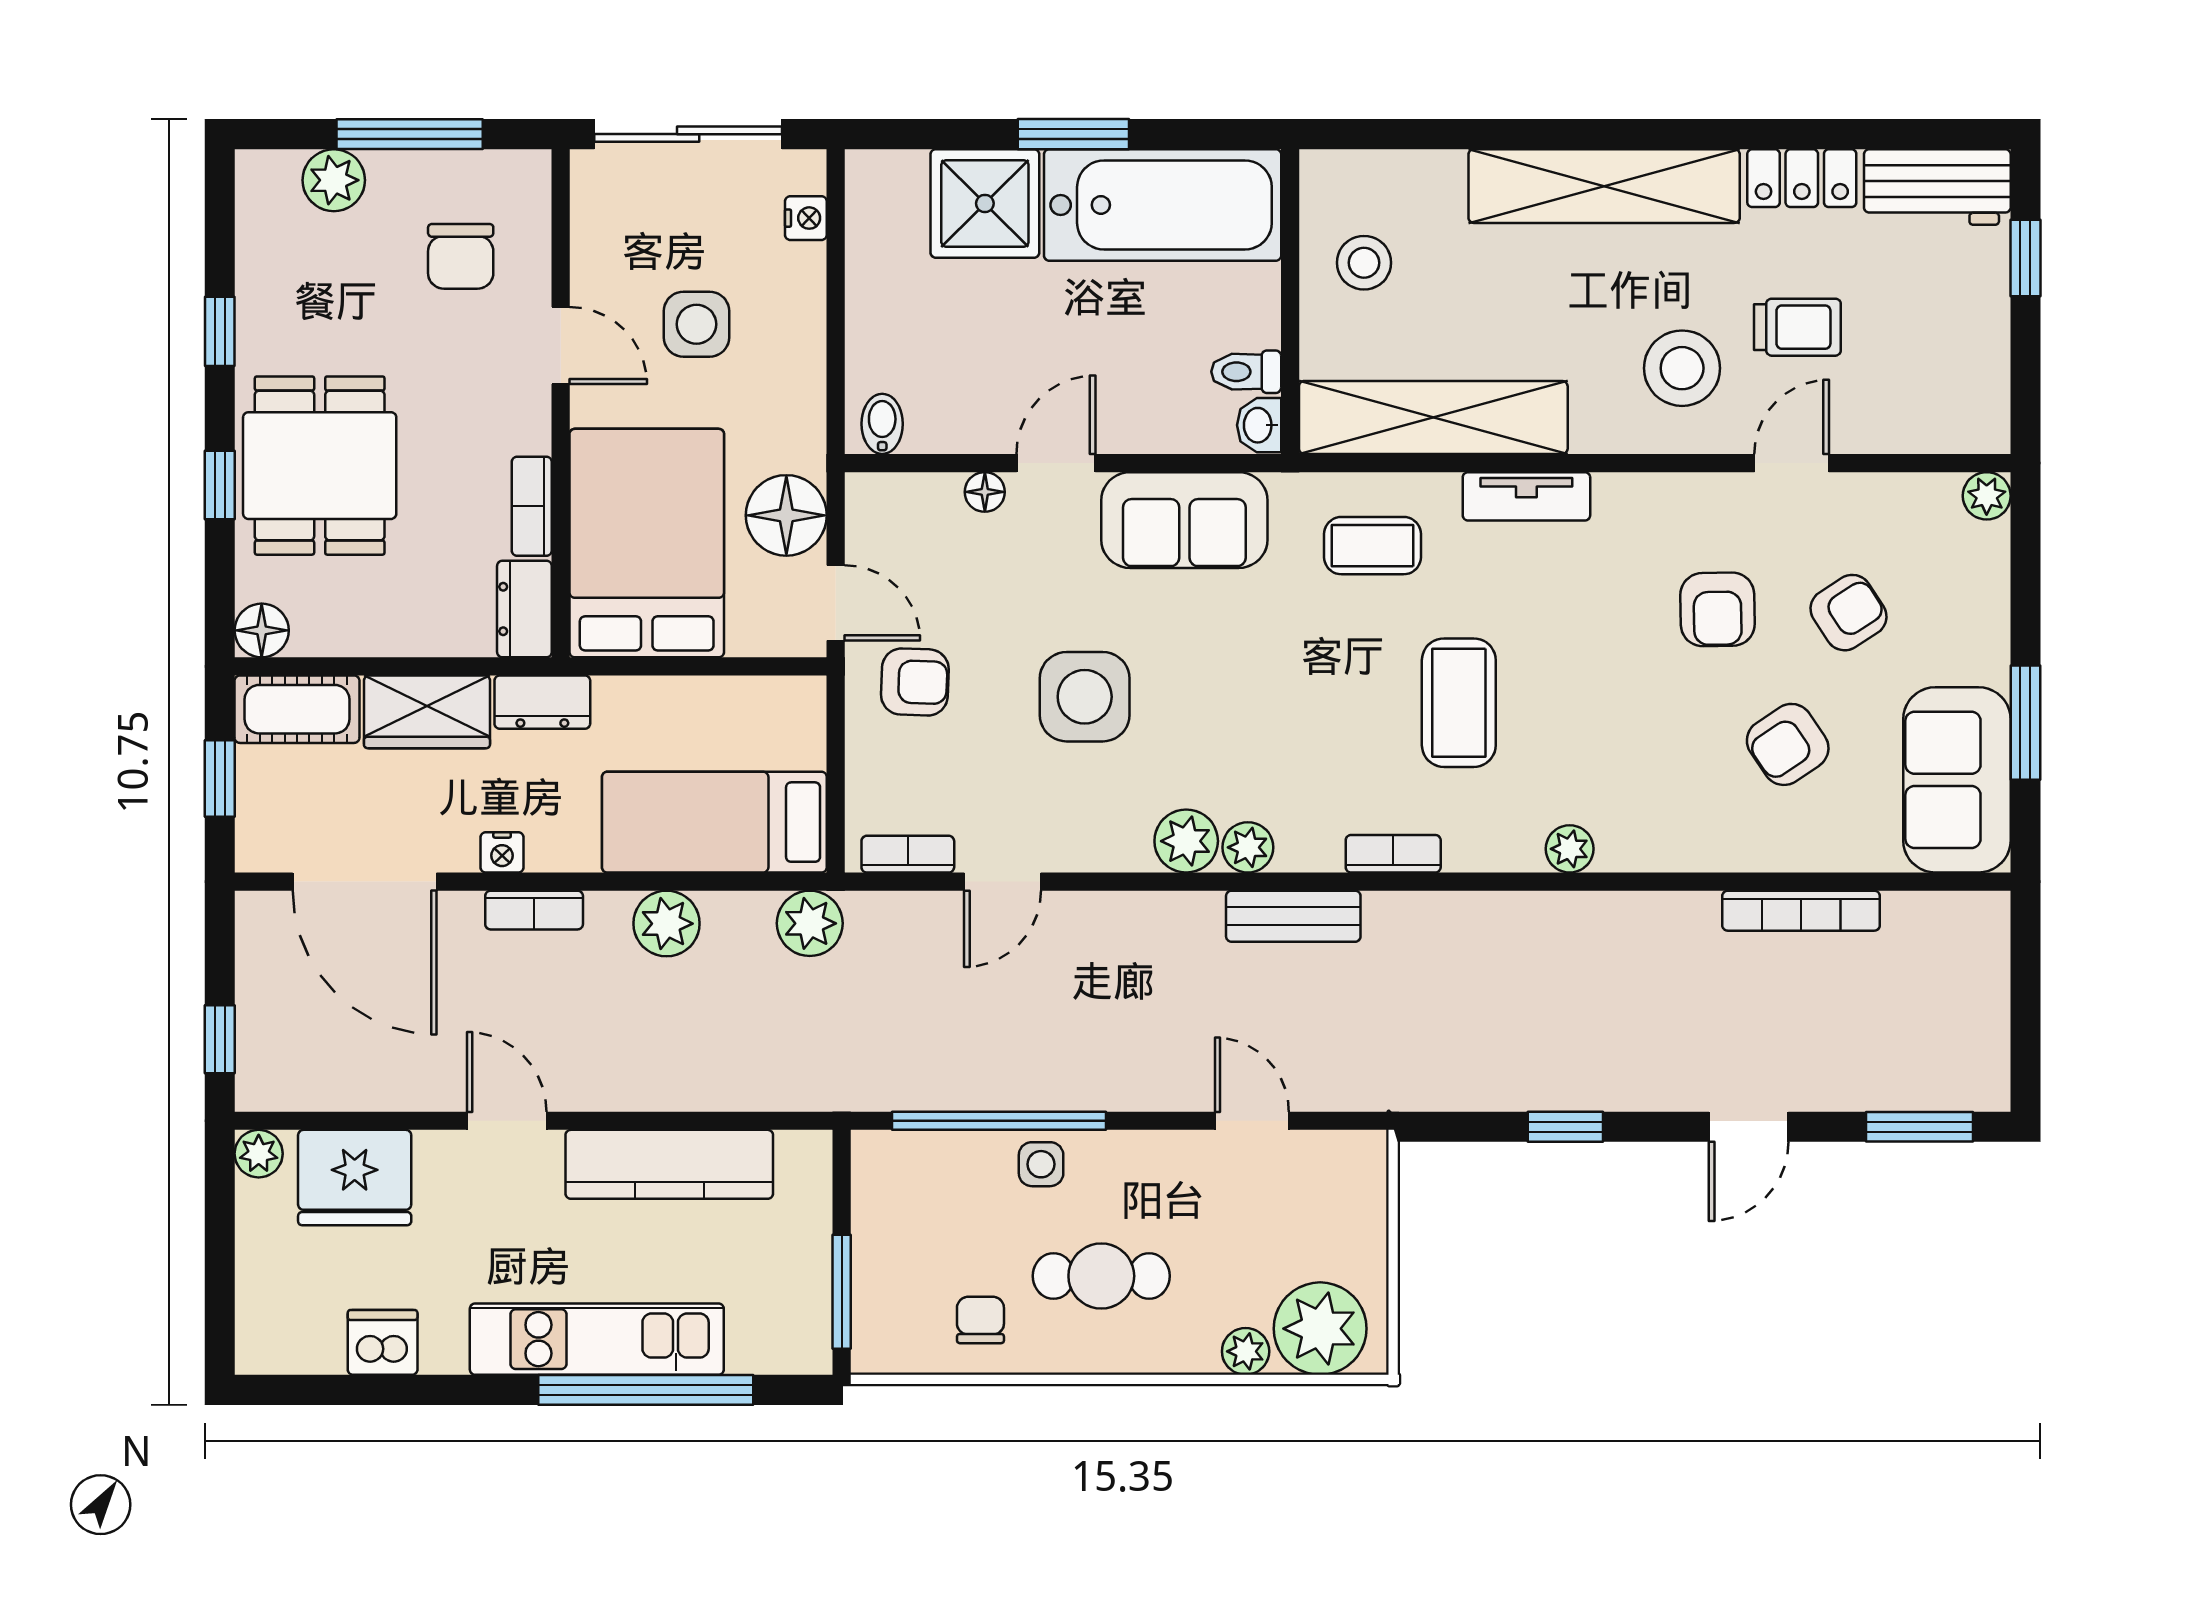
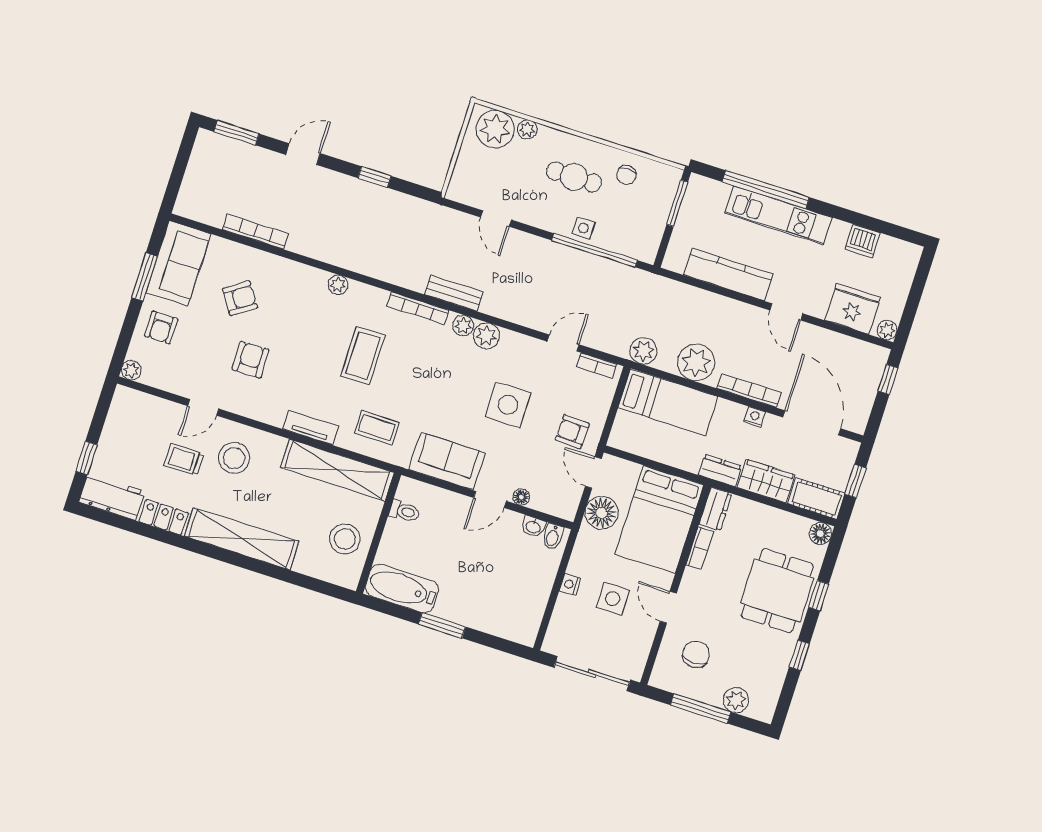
shower: (985, 203) -> (485, 609), removed
bathtub: (1163, 205) -> (402, 589), width x0.73, depth x0.73
nightstand: (806, 218) -> (570, 584), moved
stool: (1364, 263) -> (345, 539), width x1.38, depth x1.38
washbasin: (1259, 425) -> (533, 527), moved, turned 90
armchair: (1848, 613) -> (161, 327), moved, turned -57
bookcase: (1393, 854) -> (418, 308), width x1.56
bookcase: (534, 910) -> (749, 391), width x1.56
plant: (667, 924) -> (696, 363), width x1.36, depth x1.36

